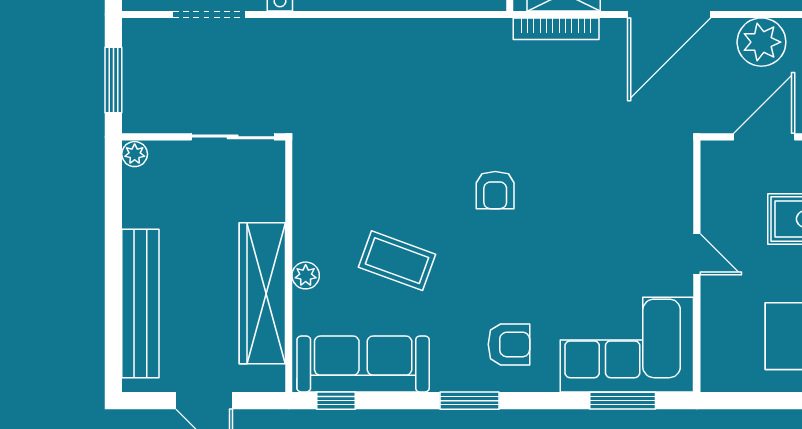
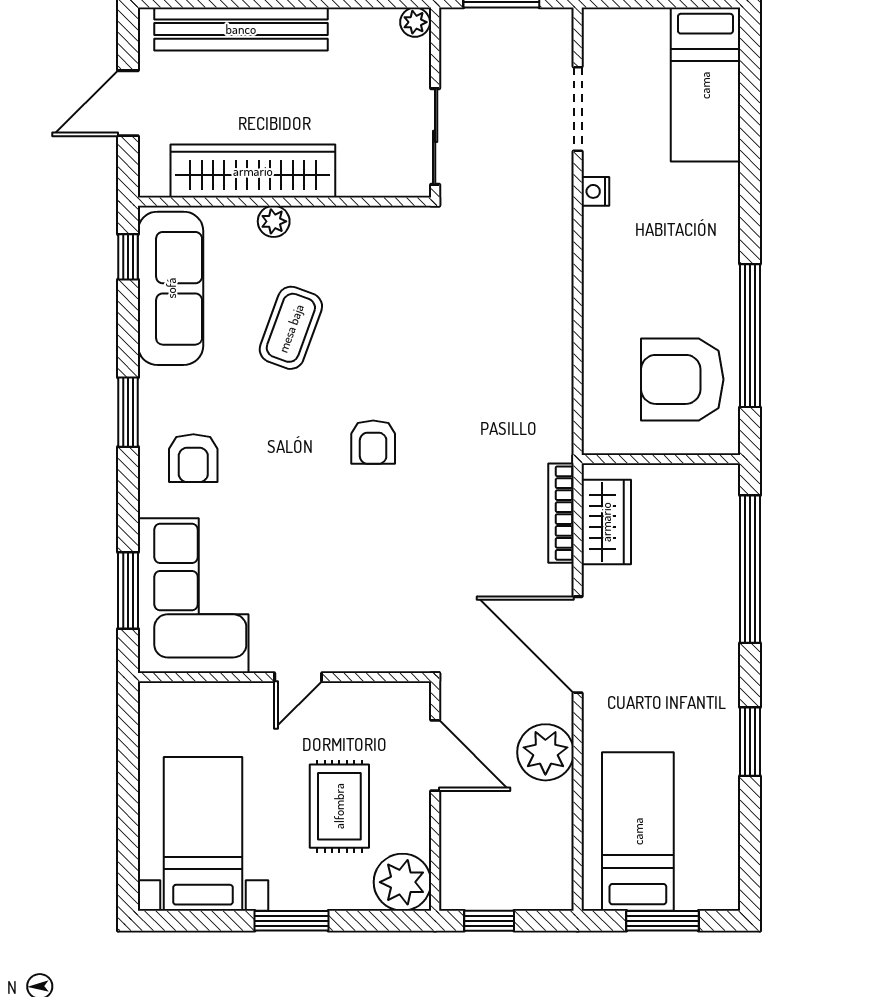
armchair: (495, 190) -> (373, 442), turned -90

